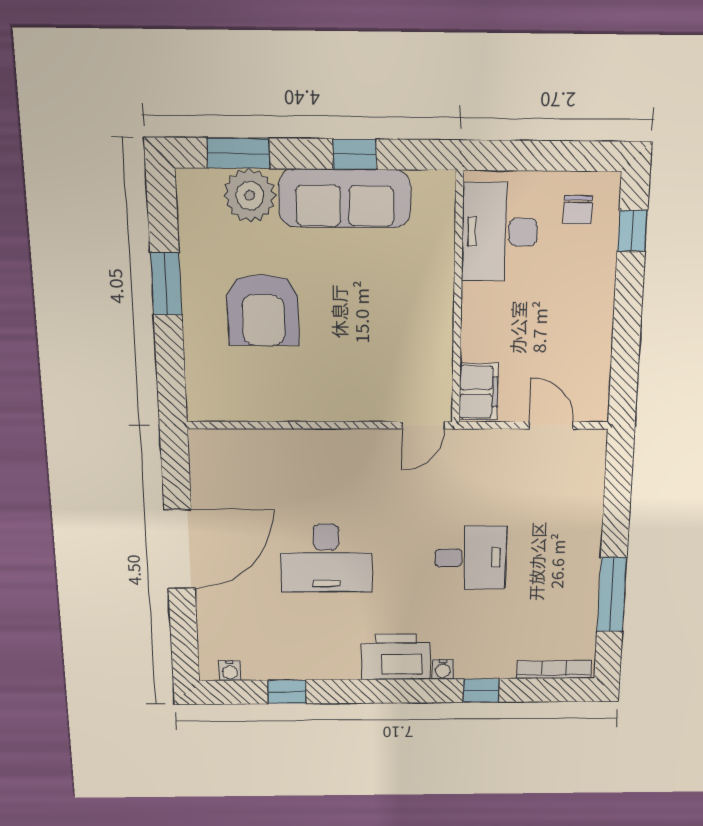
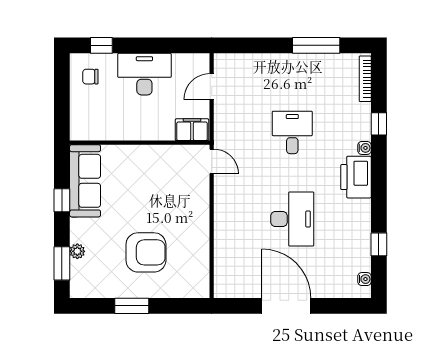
plant: (250, 196) -> (77, 251), width x0.53, depth x0.53
sofa: (345, 198) -> (85, 181), moved
chair: (578, 210) -> (90, 77), turned 180
desk: (500, 232) -> (144, 74), moved, turned 180

